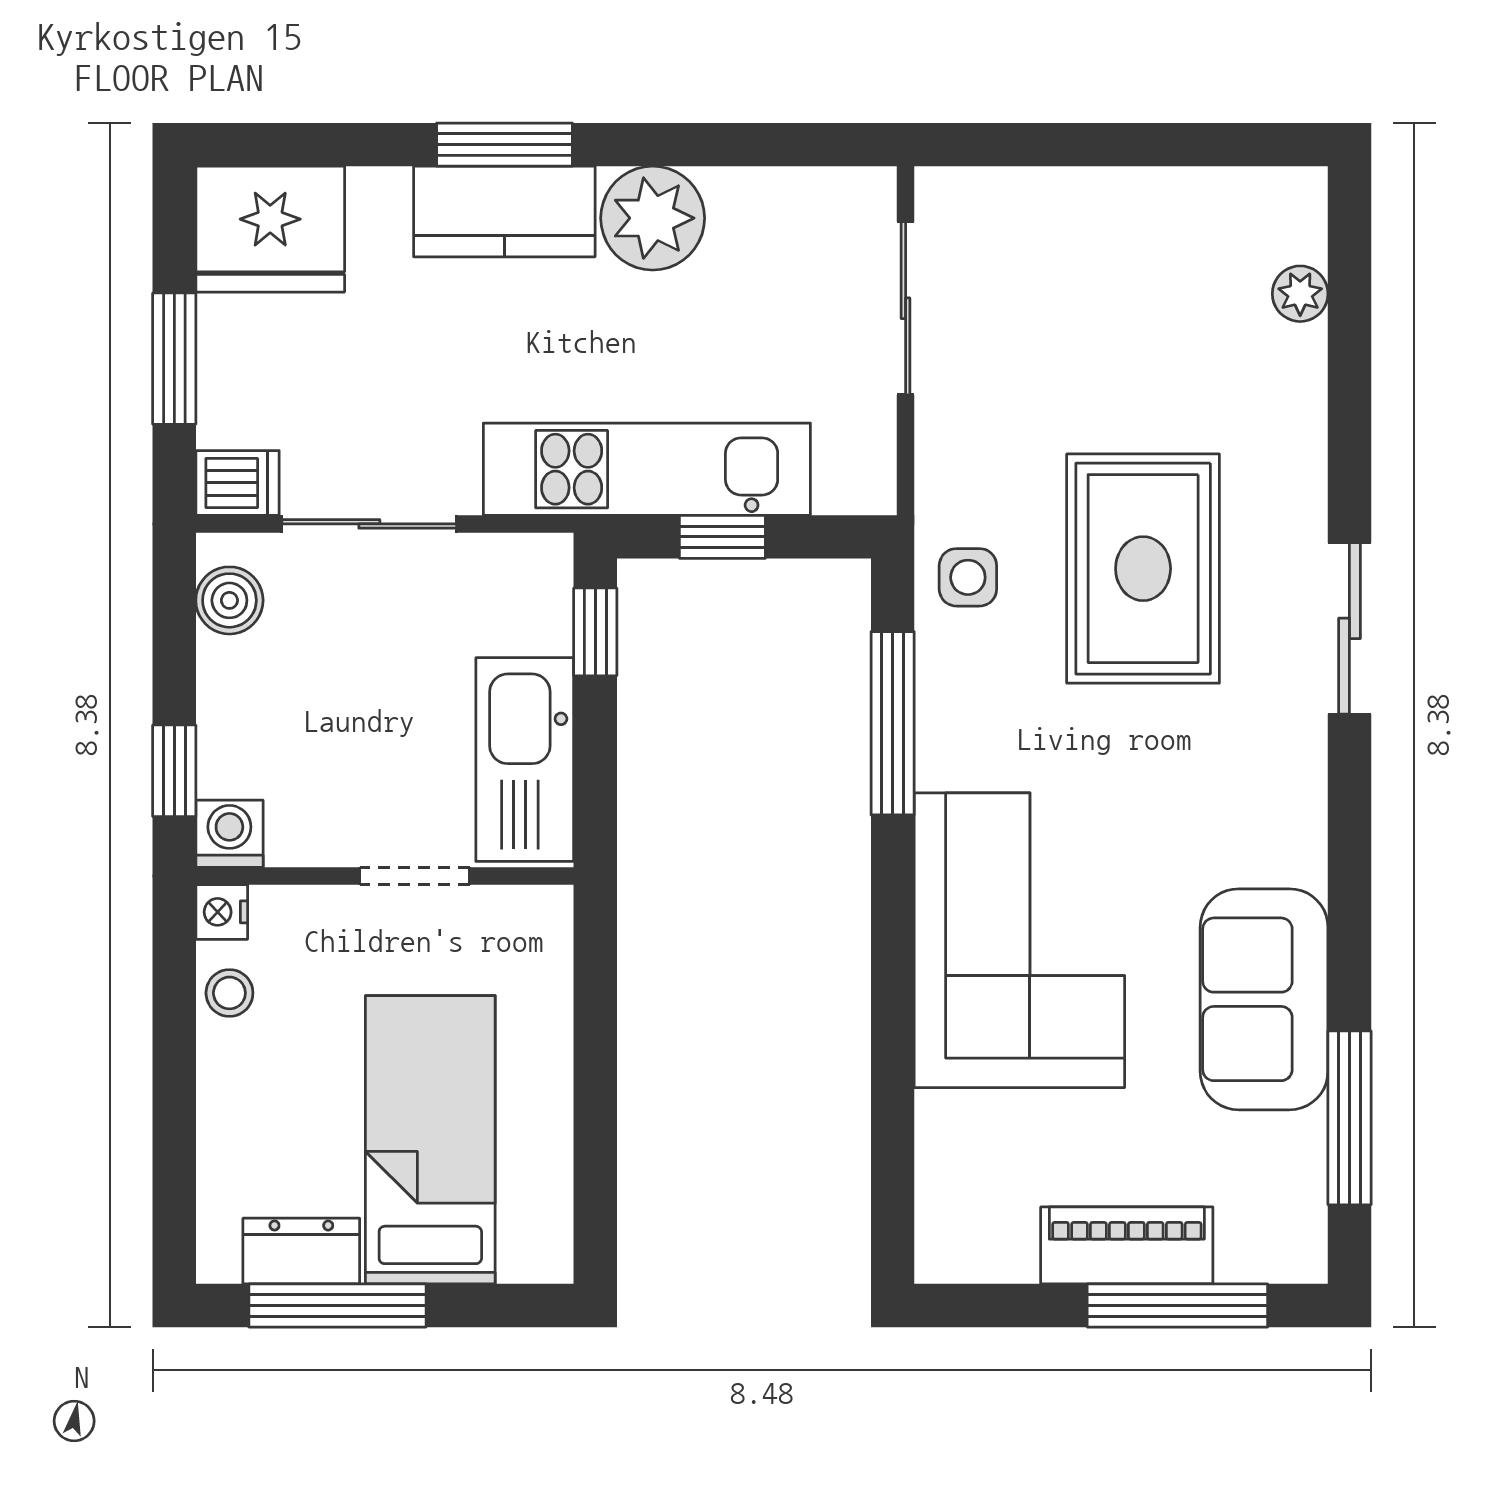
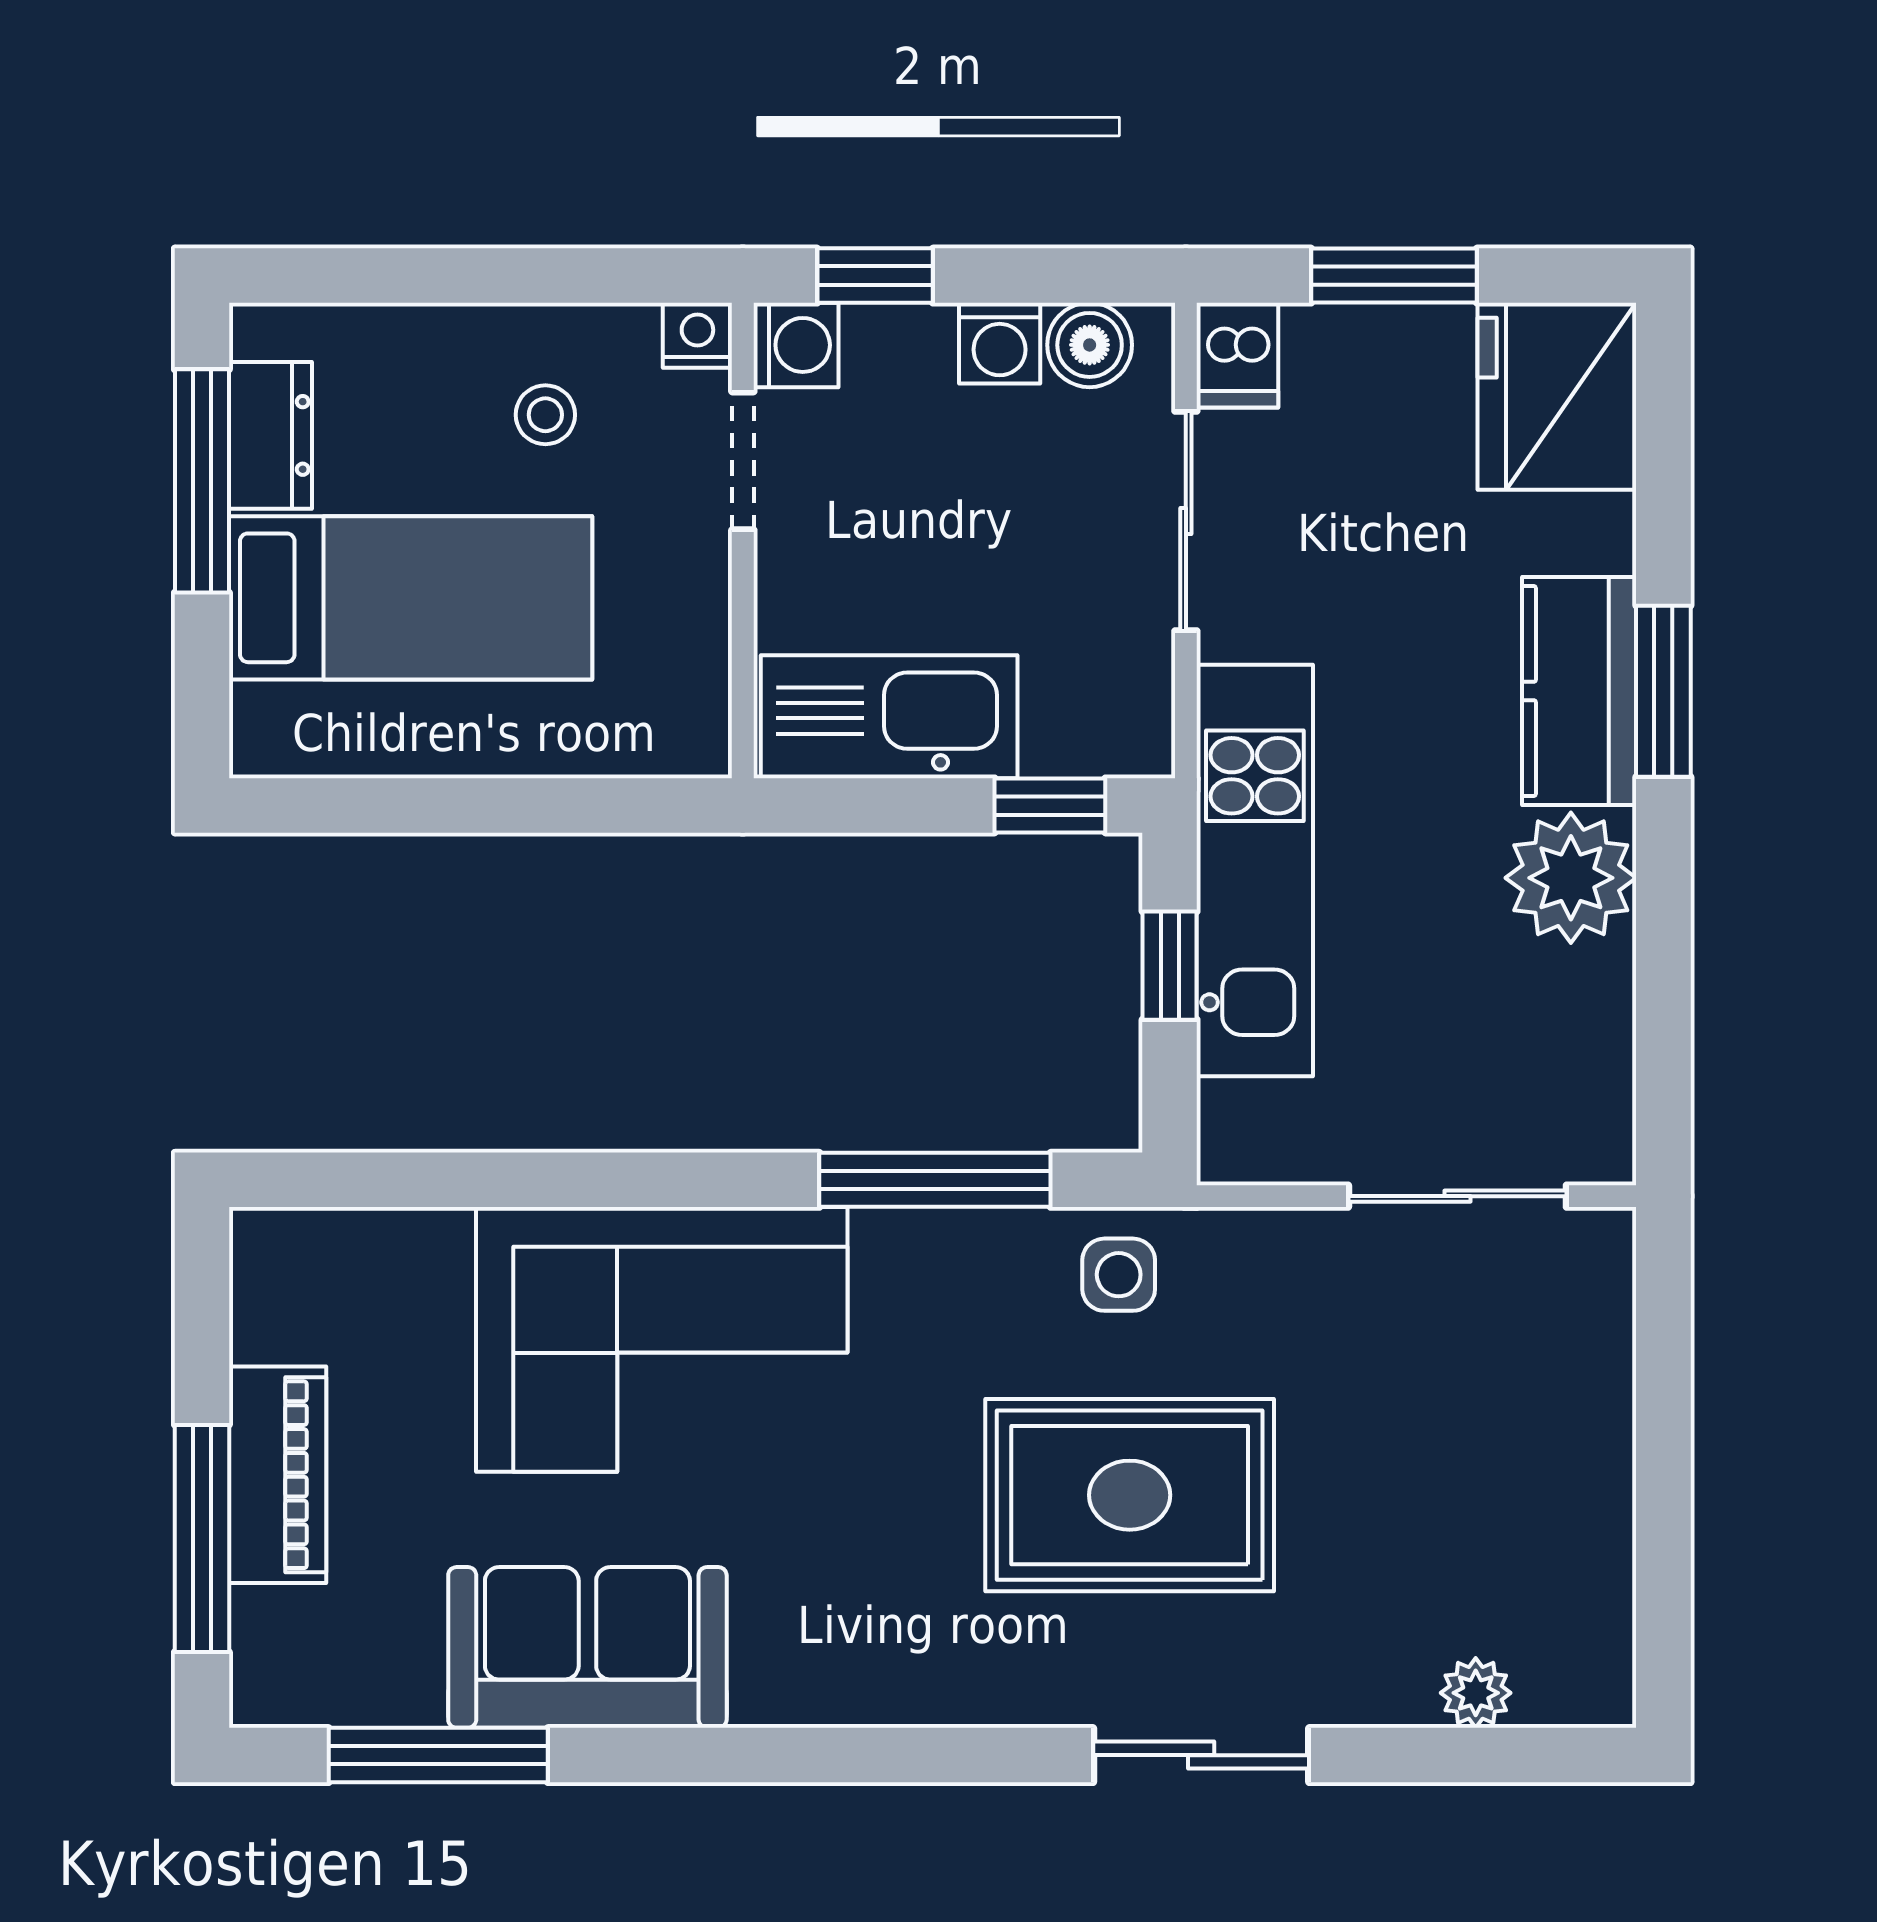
sliding door: (1349, 628) -> (1201, 1755), moved
washing machine: (228, 672) -> (1000, 343), added
doorway: (415, 876) -> (743, 461), moved
stool: (229, 993) -> (545, 415), moved

